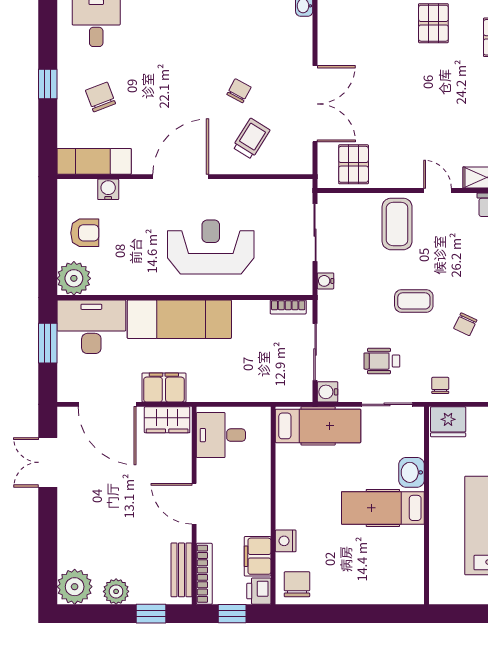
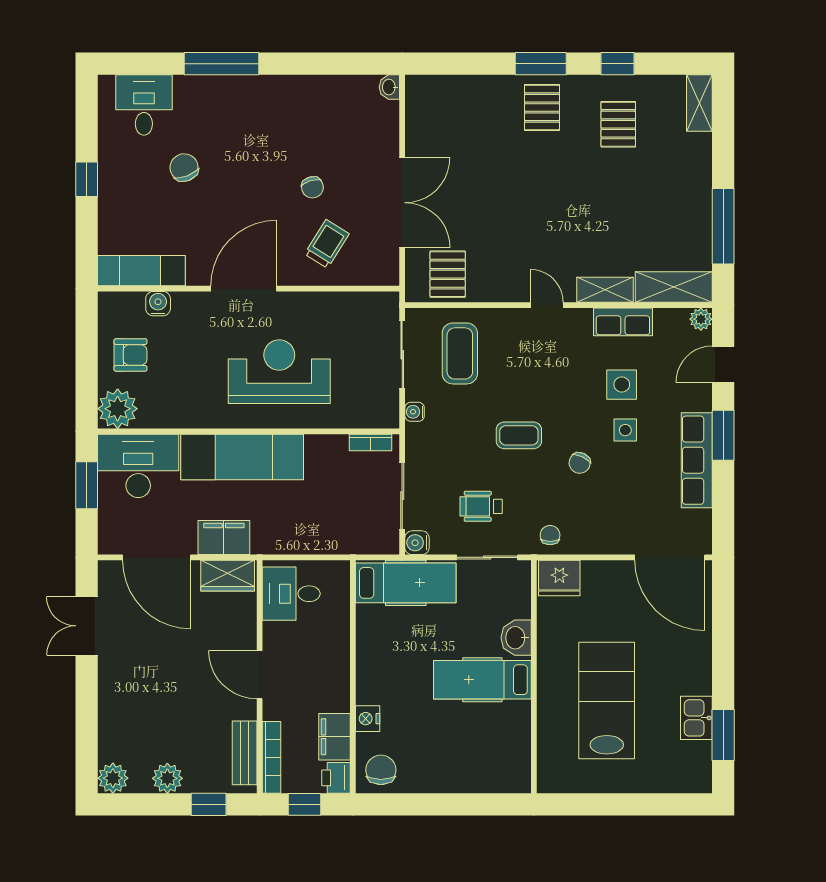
chair: (239, 91) -> (312, 187), turned 135
chair: (100, 97) -> (184, 168), moved
coffee table: (397, 224) -> (460, 353), moved
plant: (75, 587) -> (113, 778), width x0.73, depth x0.73

